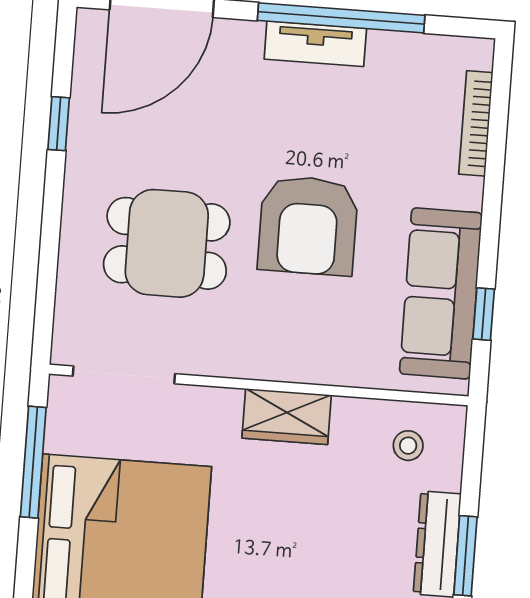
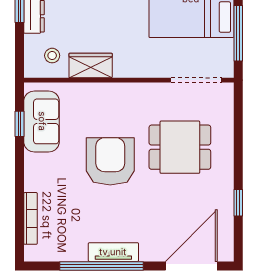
sofa: (441, 293) -> (42, 121), width x0.73
wardrobe: (287, 416) -> (91, 65), moved

